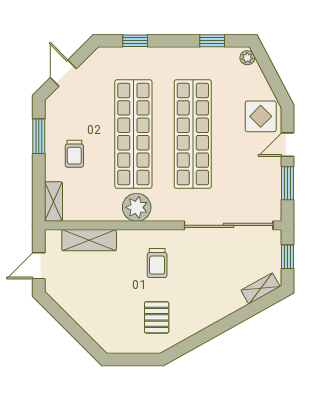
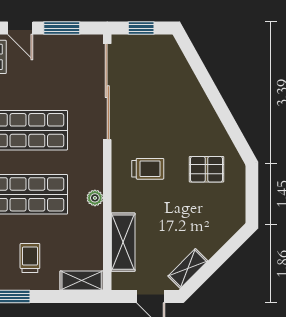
trolley: (74, 154) -> (30, 258), turned -90
plant: (137, 207) -> (95, 198), width x0.53, depth x0.53
shelving: (260, 288) -> (188, 268), moved, turned 74

